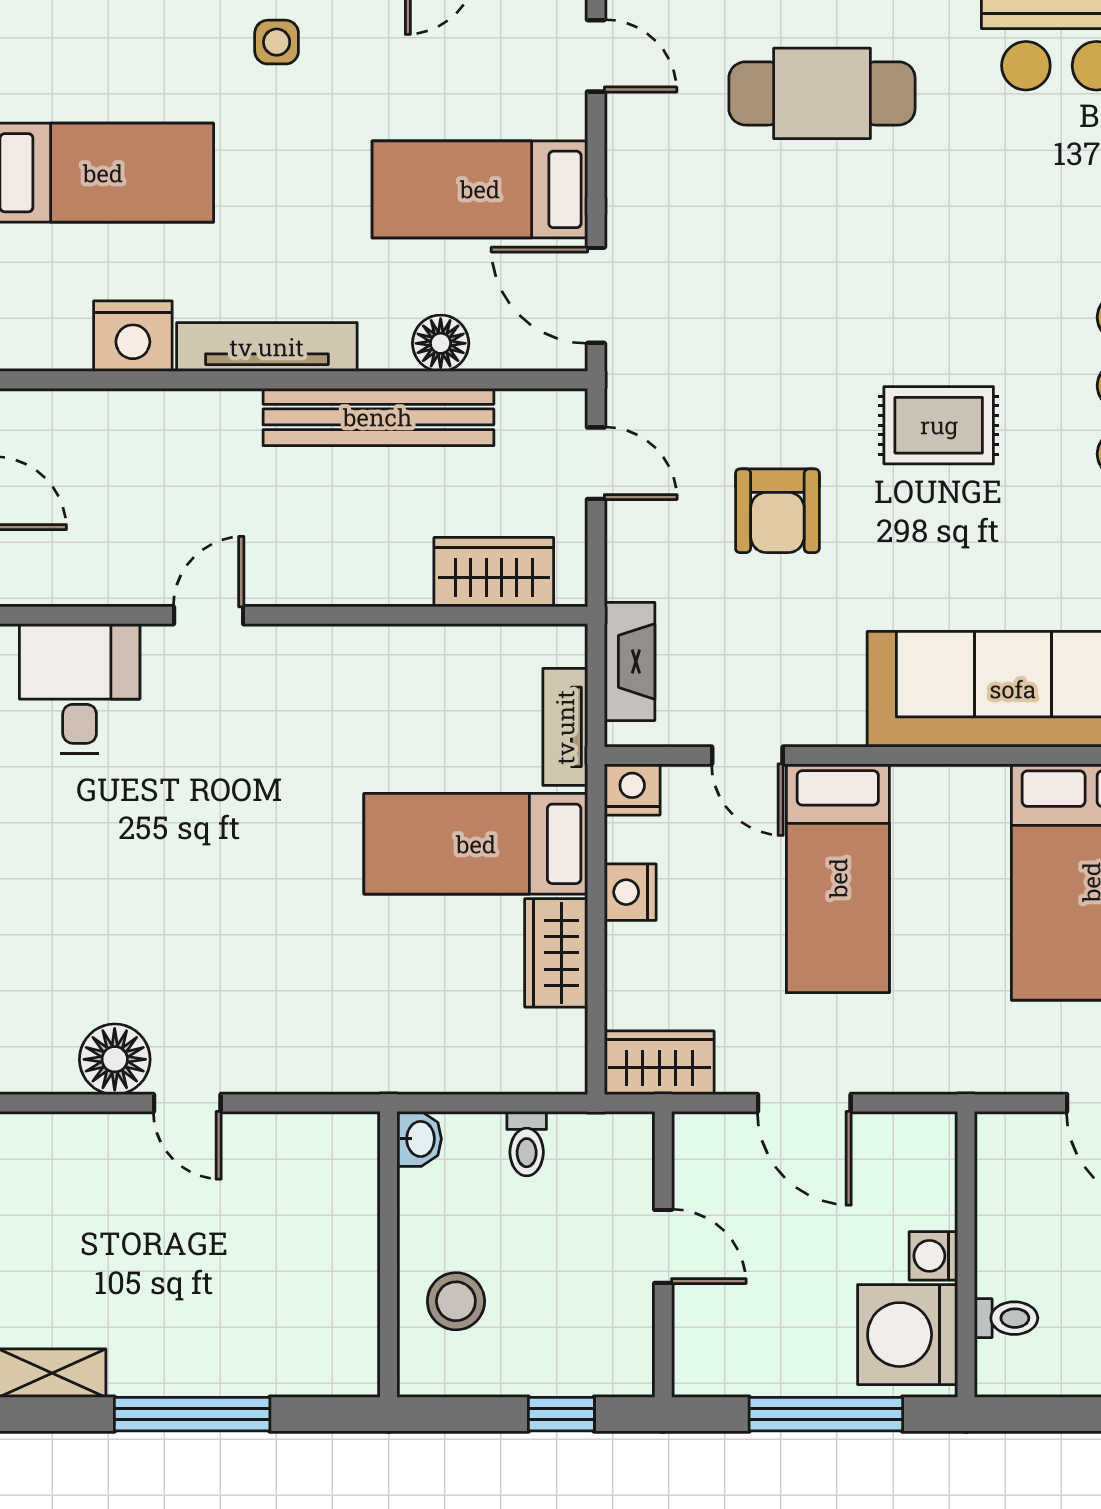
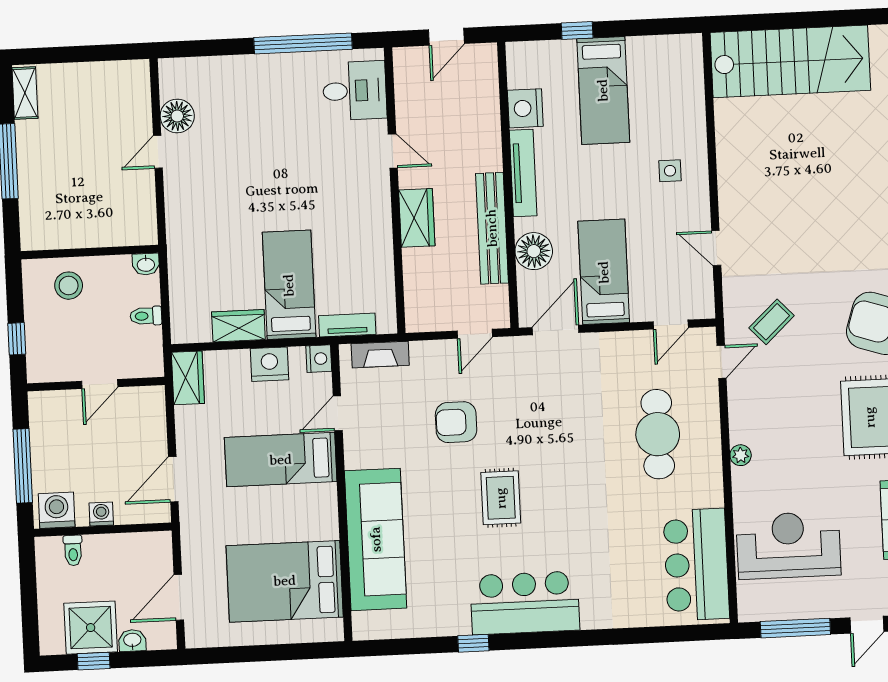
floor lamp: (441, 343) -> (534, 251), width x1.38, depth x1.38
wardrobe: (494, 572) -> (417, 218), moved
nightstand: (630, 892) -> (269, 364), width x1.36, depth x1.33
door: (804, 1103) -> (173, 479), moved
washing machine: (908, 1335) -> (57, 510), width x0.73, depth x0.73

